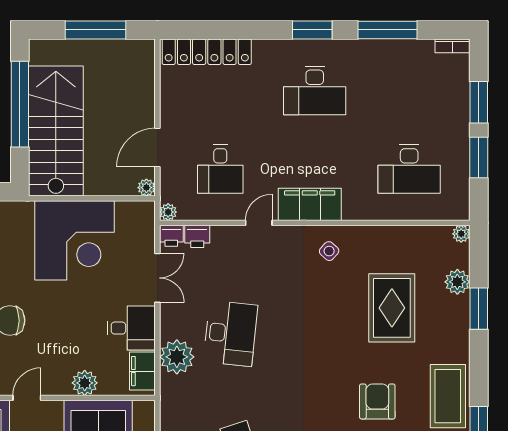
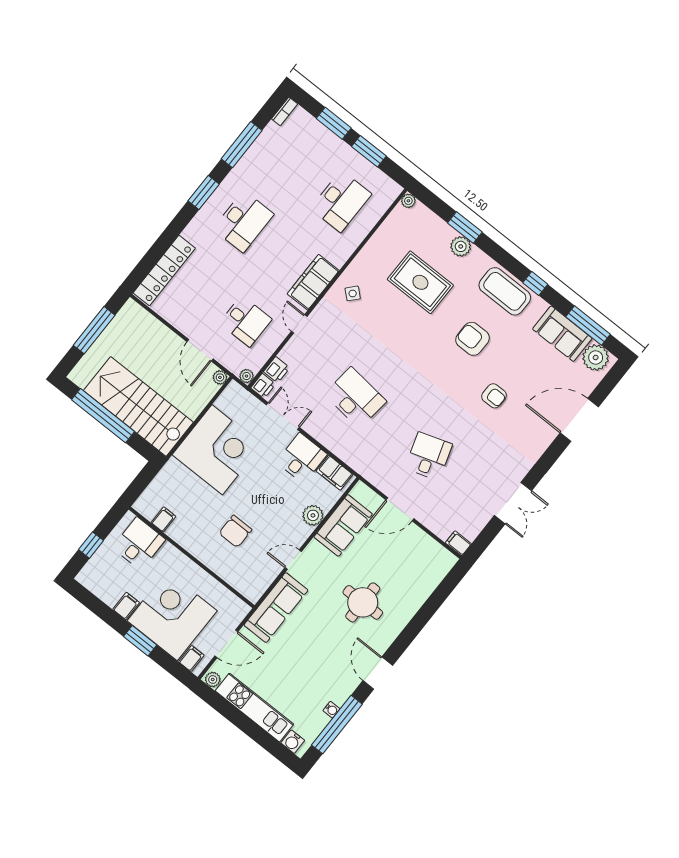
plant: (457, 282) -> (461, 246), moved
plant: (177, 357) -> (343, 444), removed
door: (27, 398) -> (293, 560), hinge flipped

